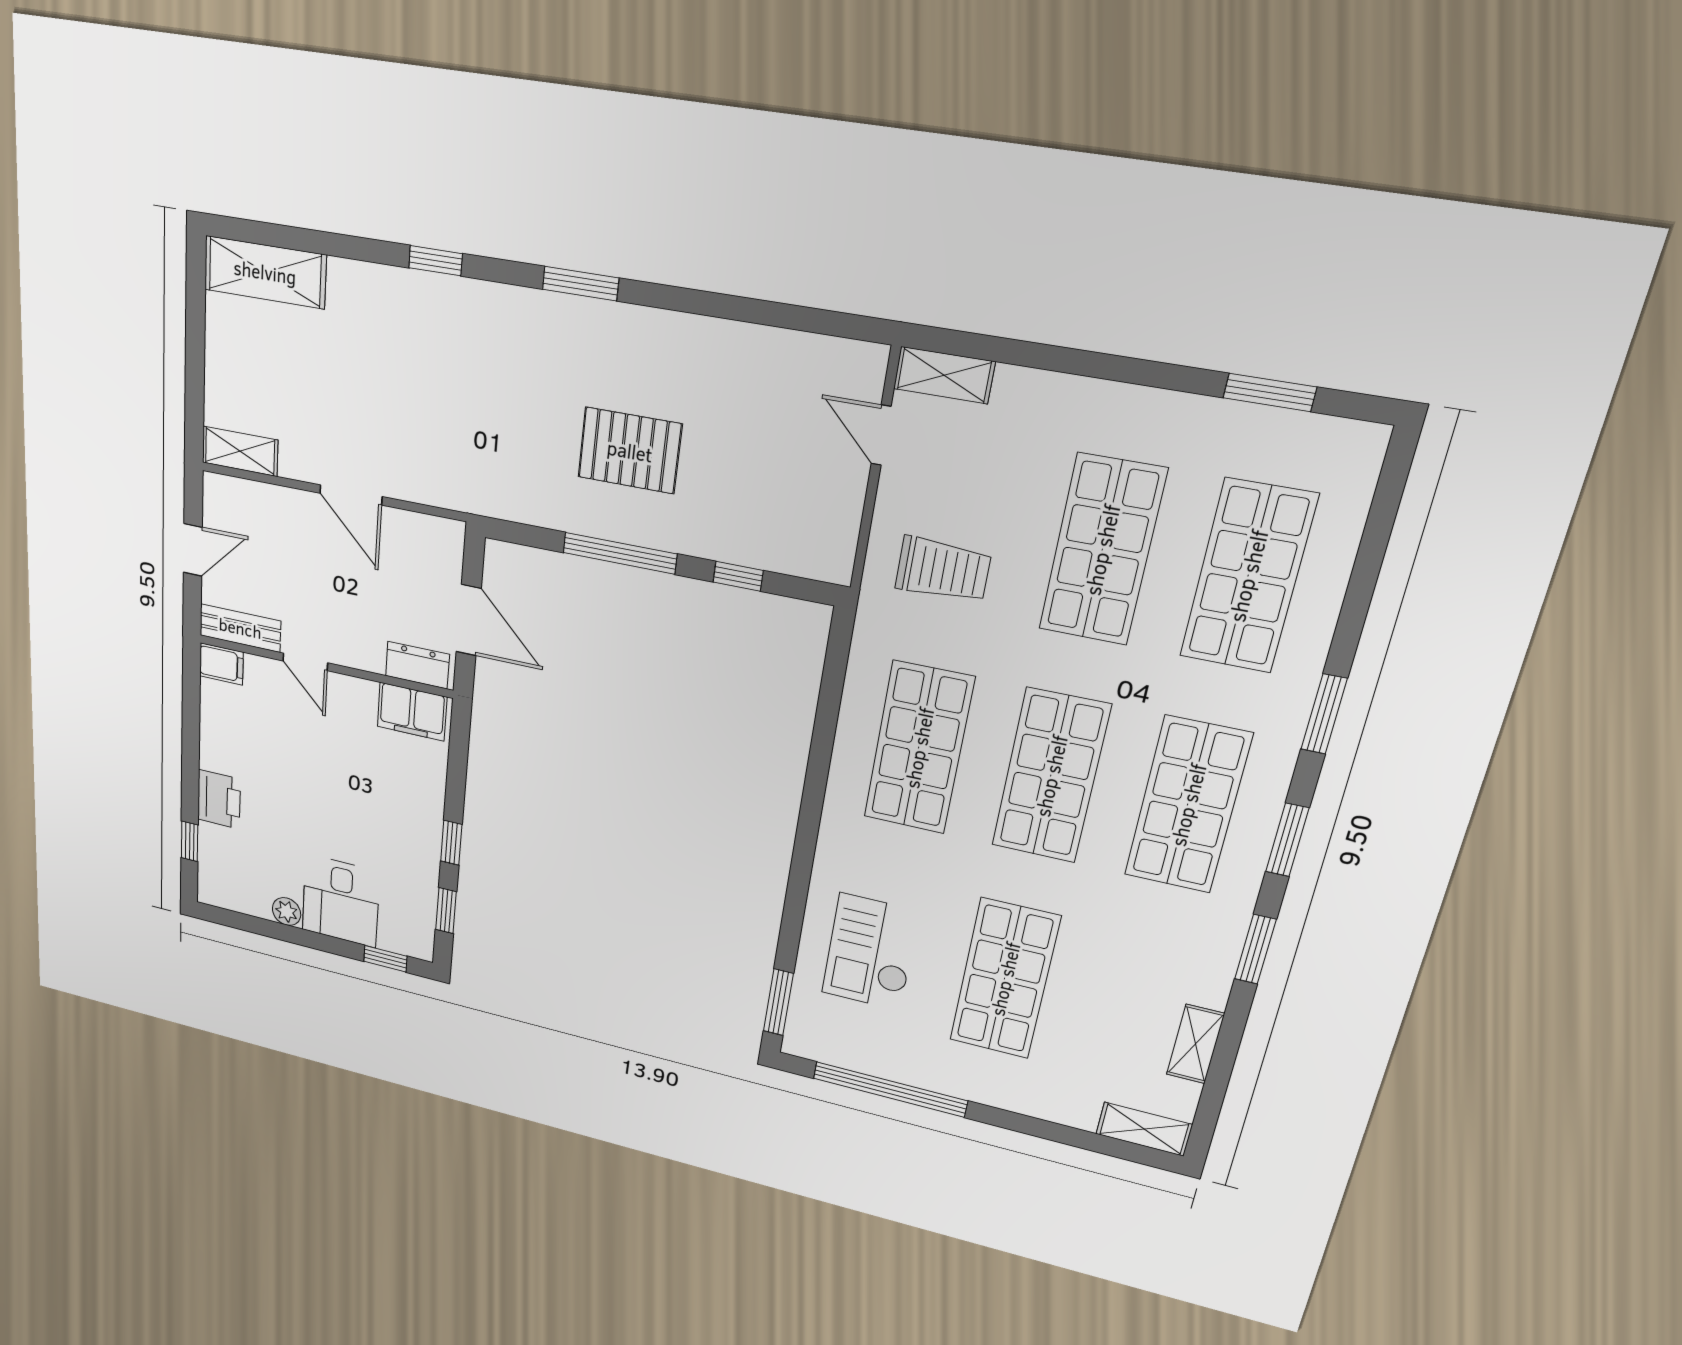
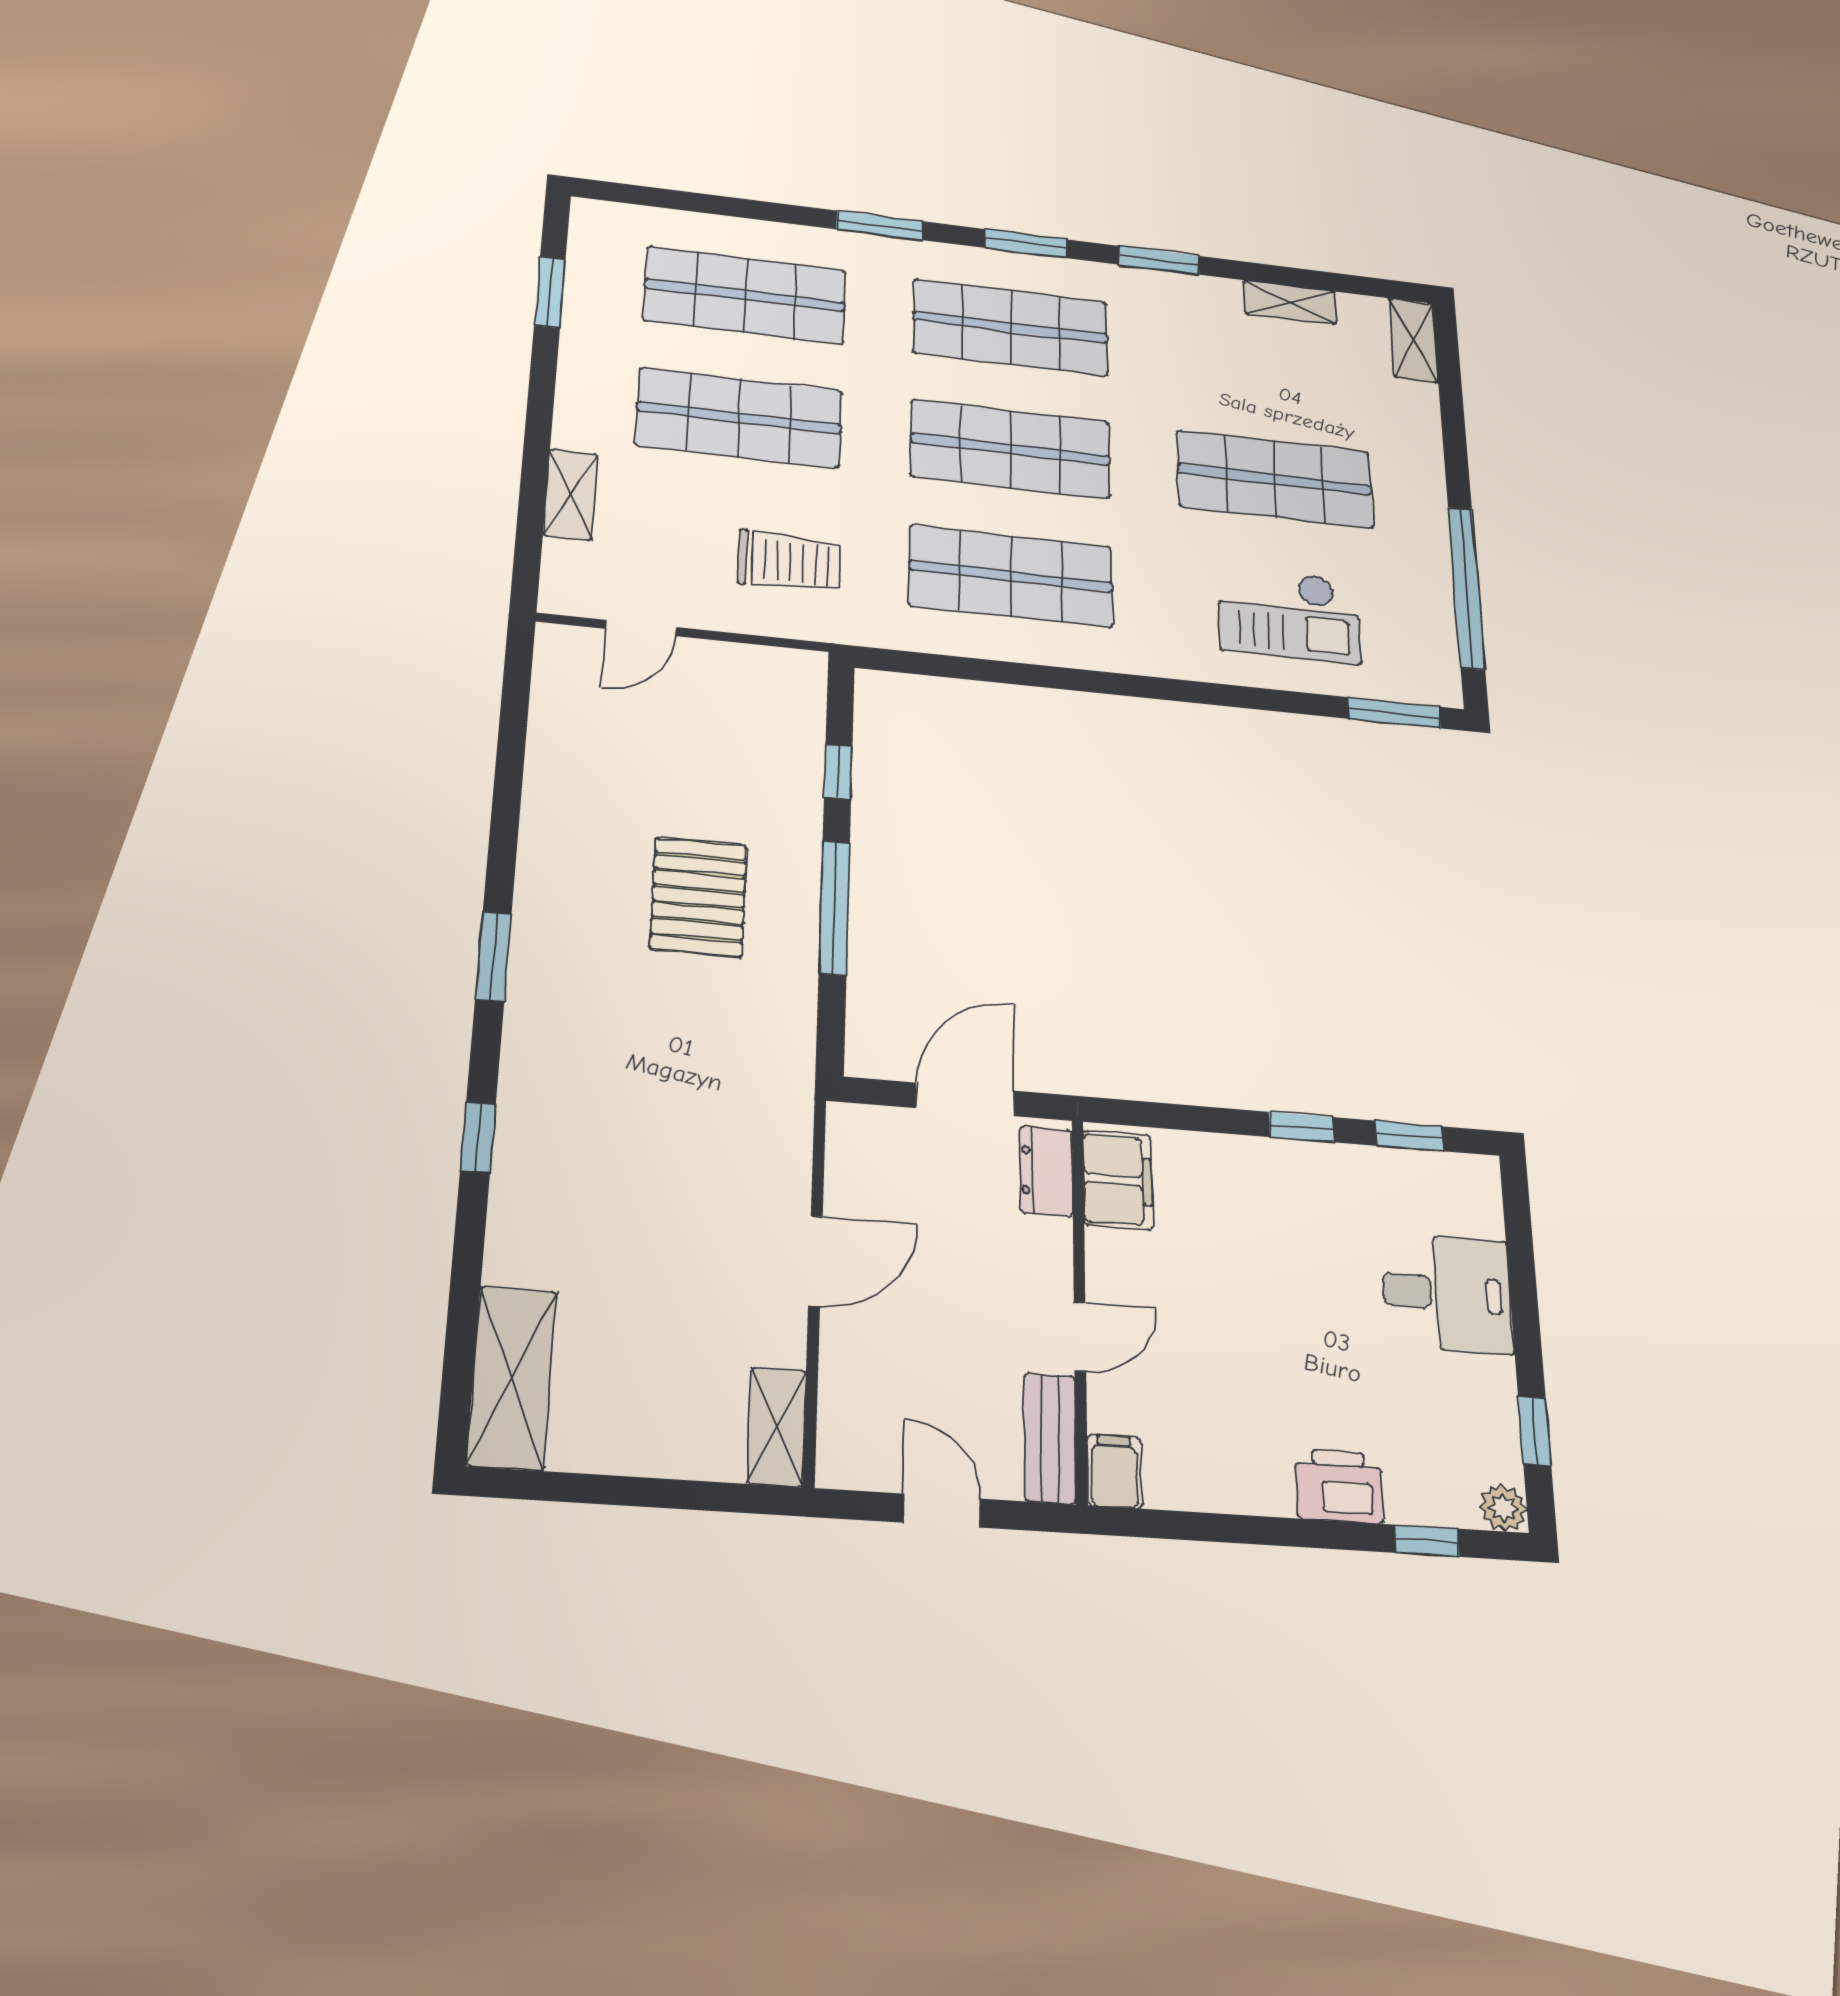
shelving: (944, 375) -> (570, 495), moved
trolley: (943, 570) -> (789, 562), turned 90
plant: (287, 912) -> (1503, 1508), moved
window: (385, 959) -> (1535, 1431), moved

